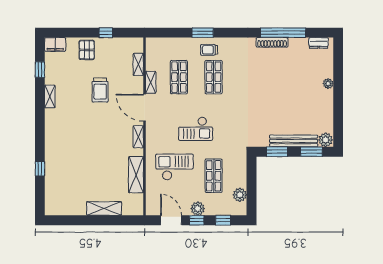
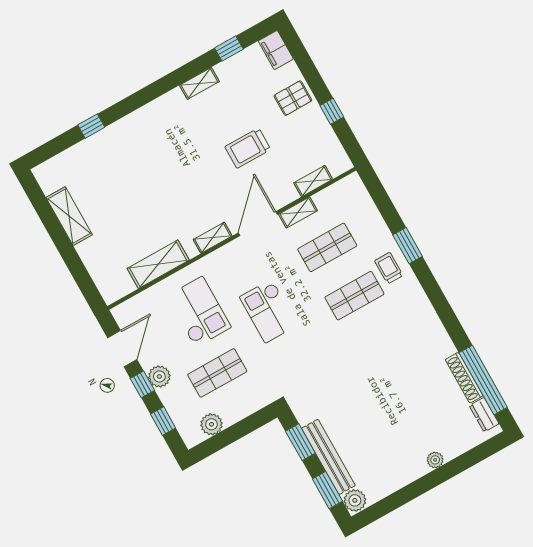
window: (283, 33) -> (483, 380), moved
shoe rack: (272, 42) -> (464, 378), moved
shelving: (104, 208) -> (69, 216), moved

